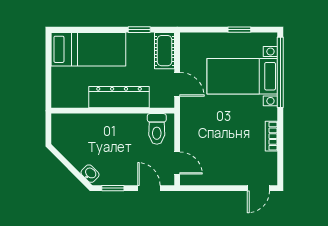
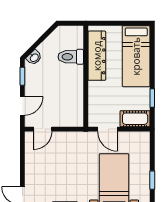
door: (177, 84) -> (107, 129), hinge flipped
dresser: (119, 97) -> (97, 56), moved
toilet: (157, 129) -> (71, 57), moved

